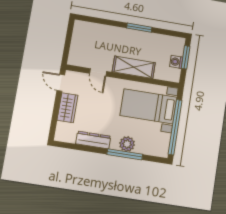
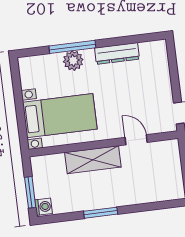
washing machine: (176, 62) -> (44, 207), moved
wardrobe: (68, 108) -> (161, 84), removed
window: (175, 127) -> (19, 99), removed

